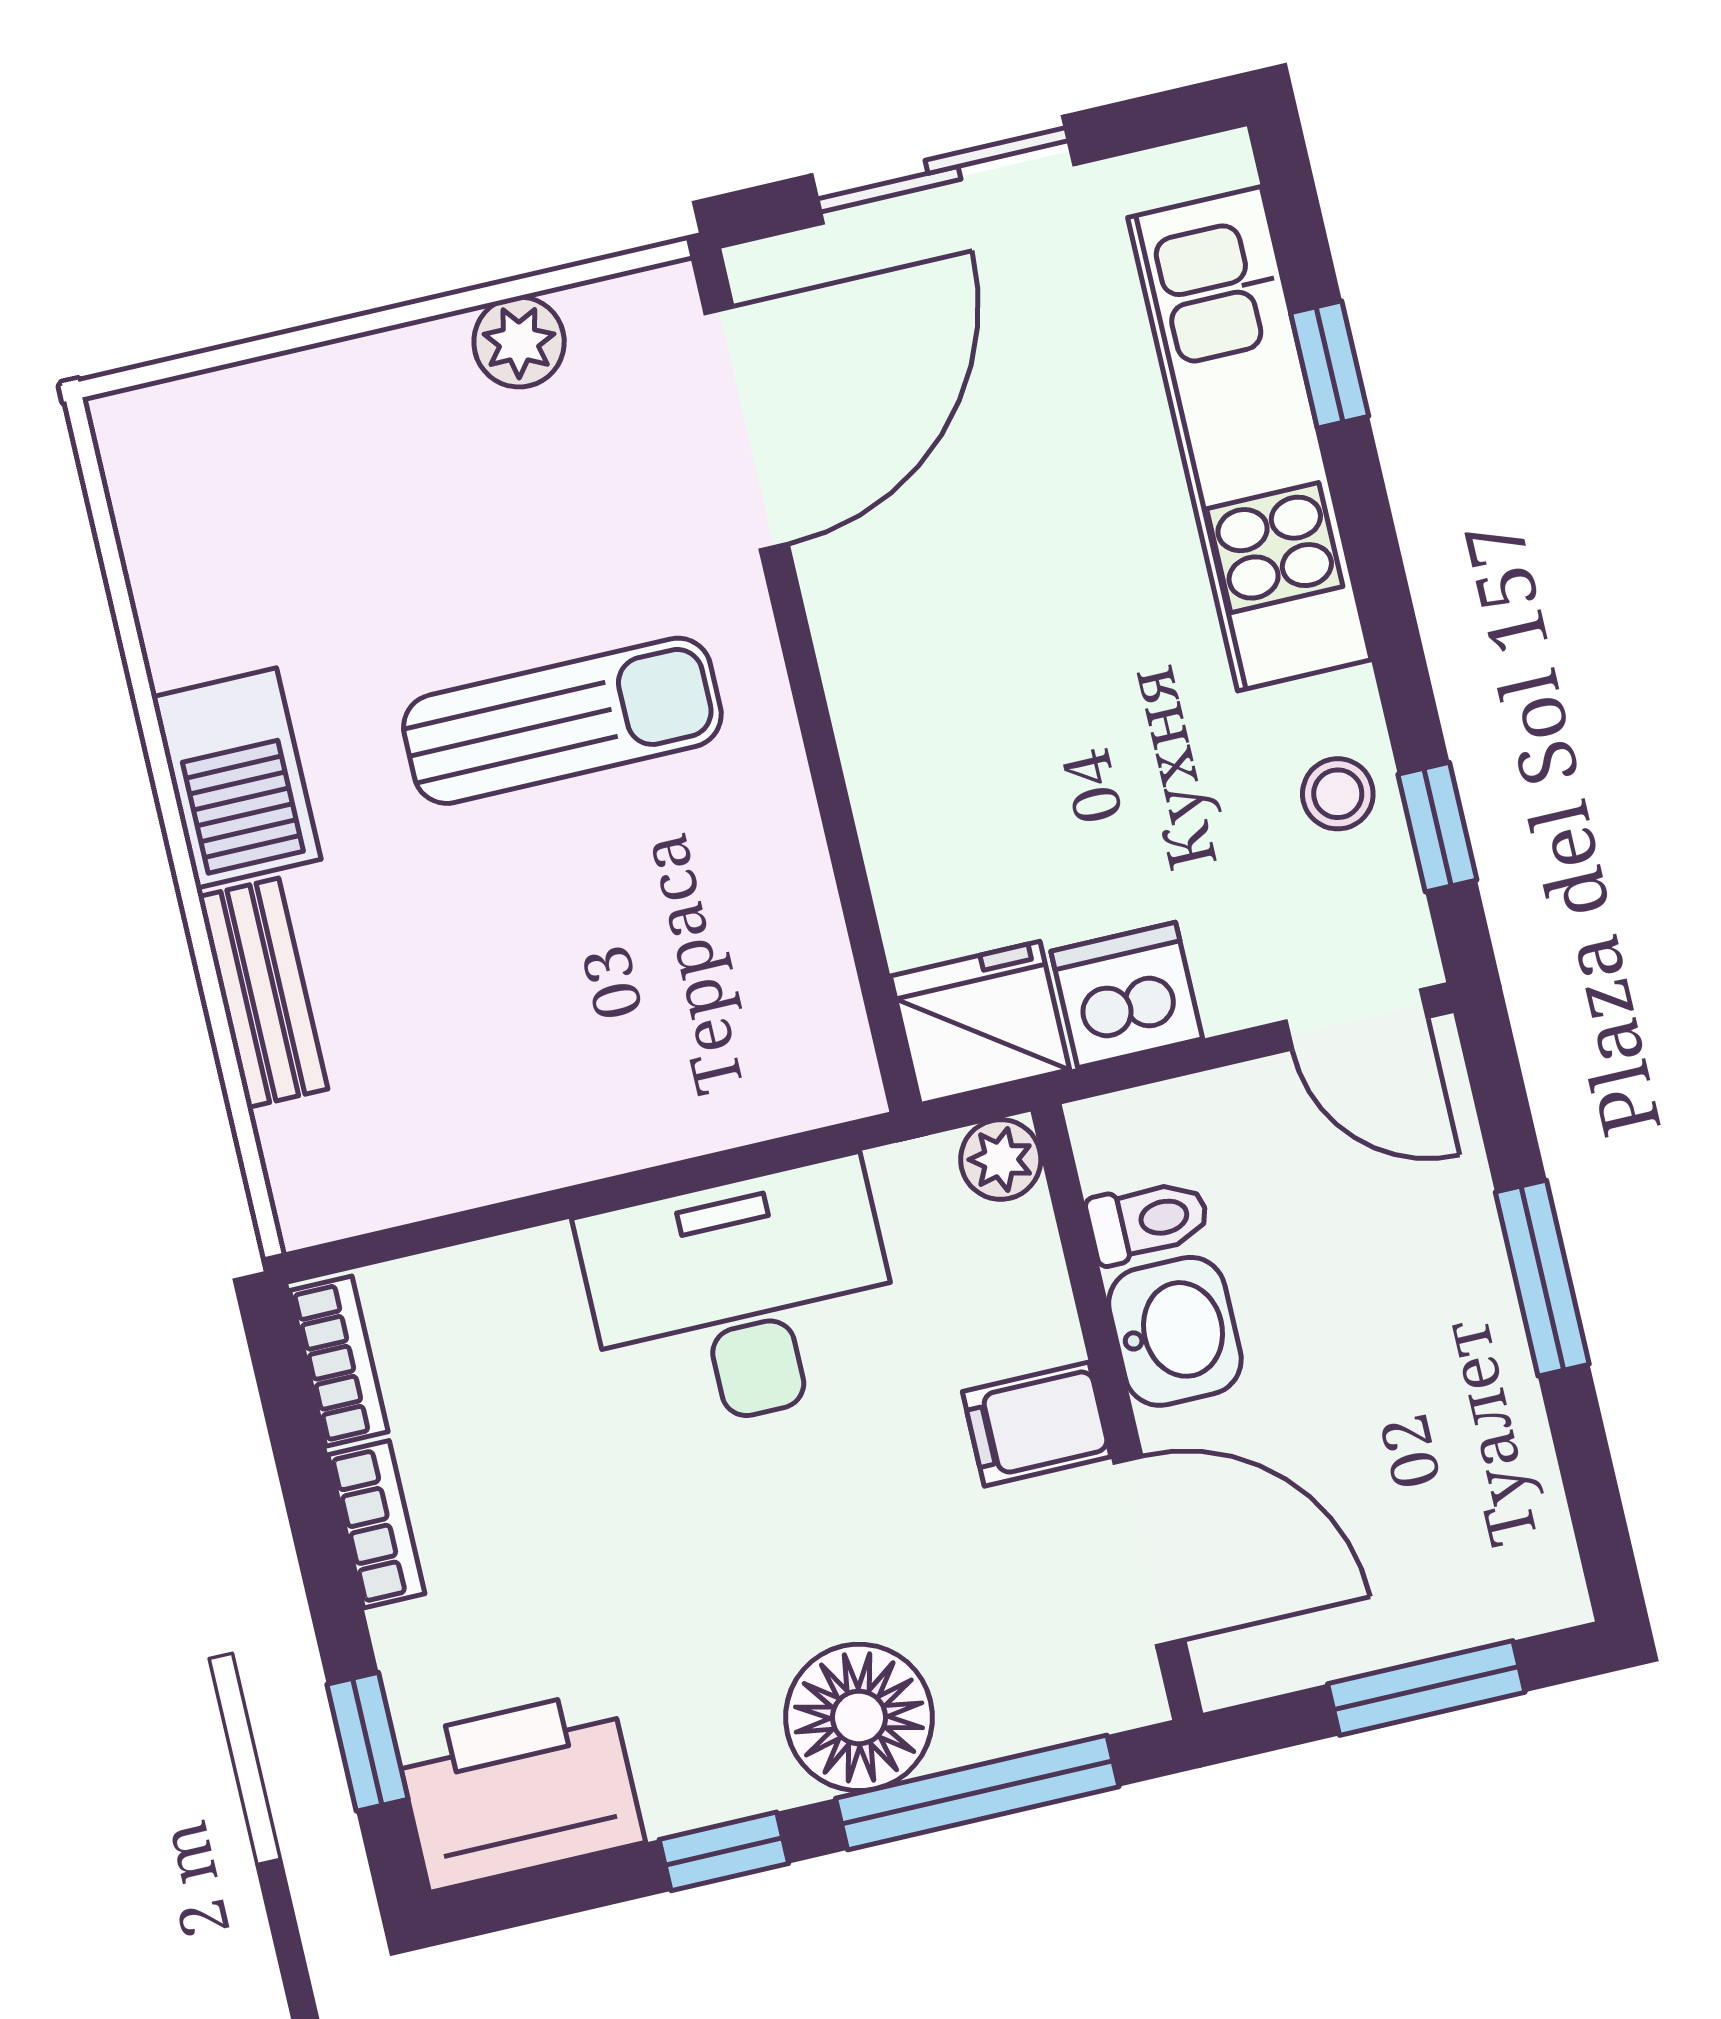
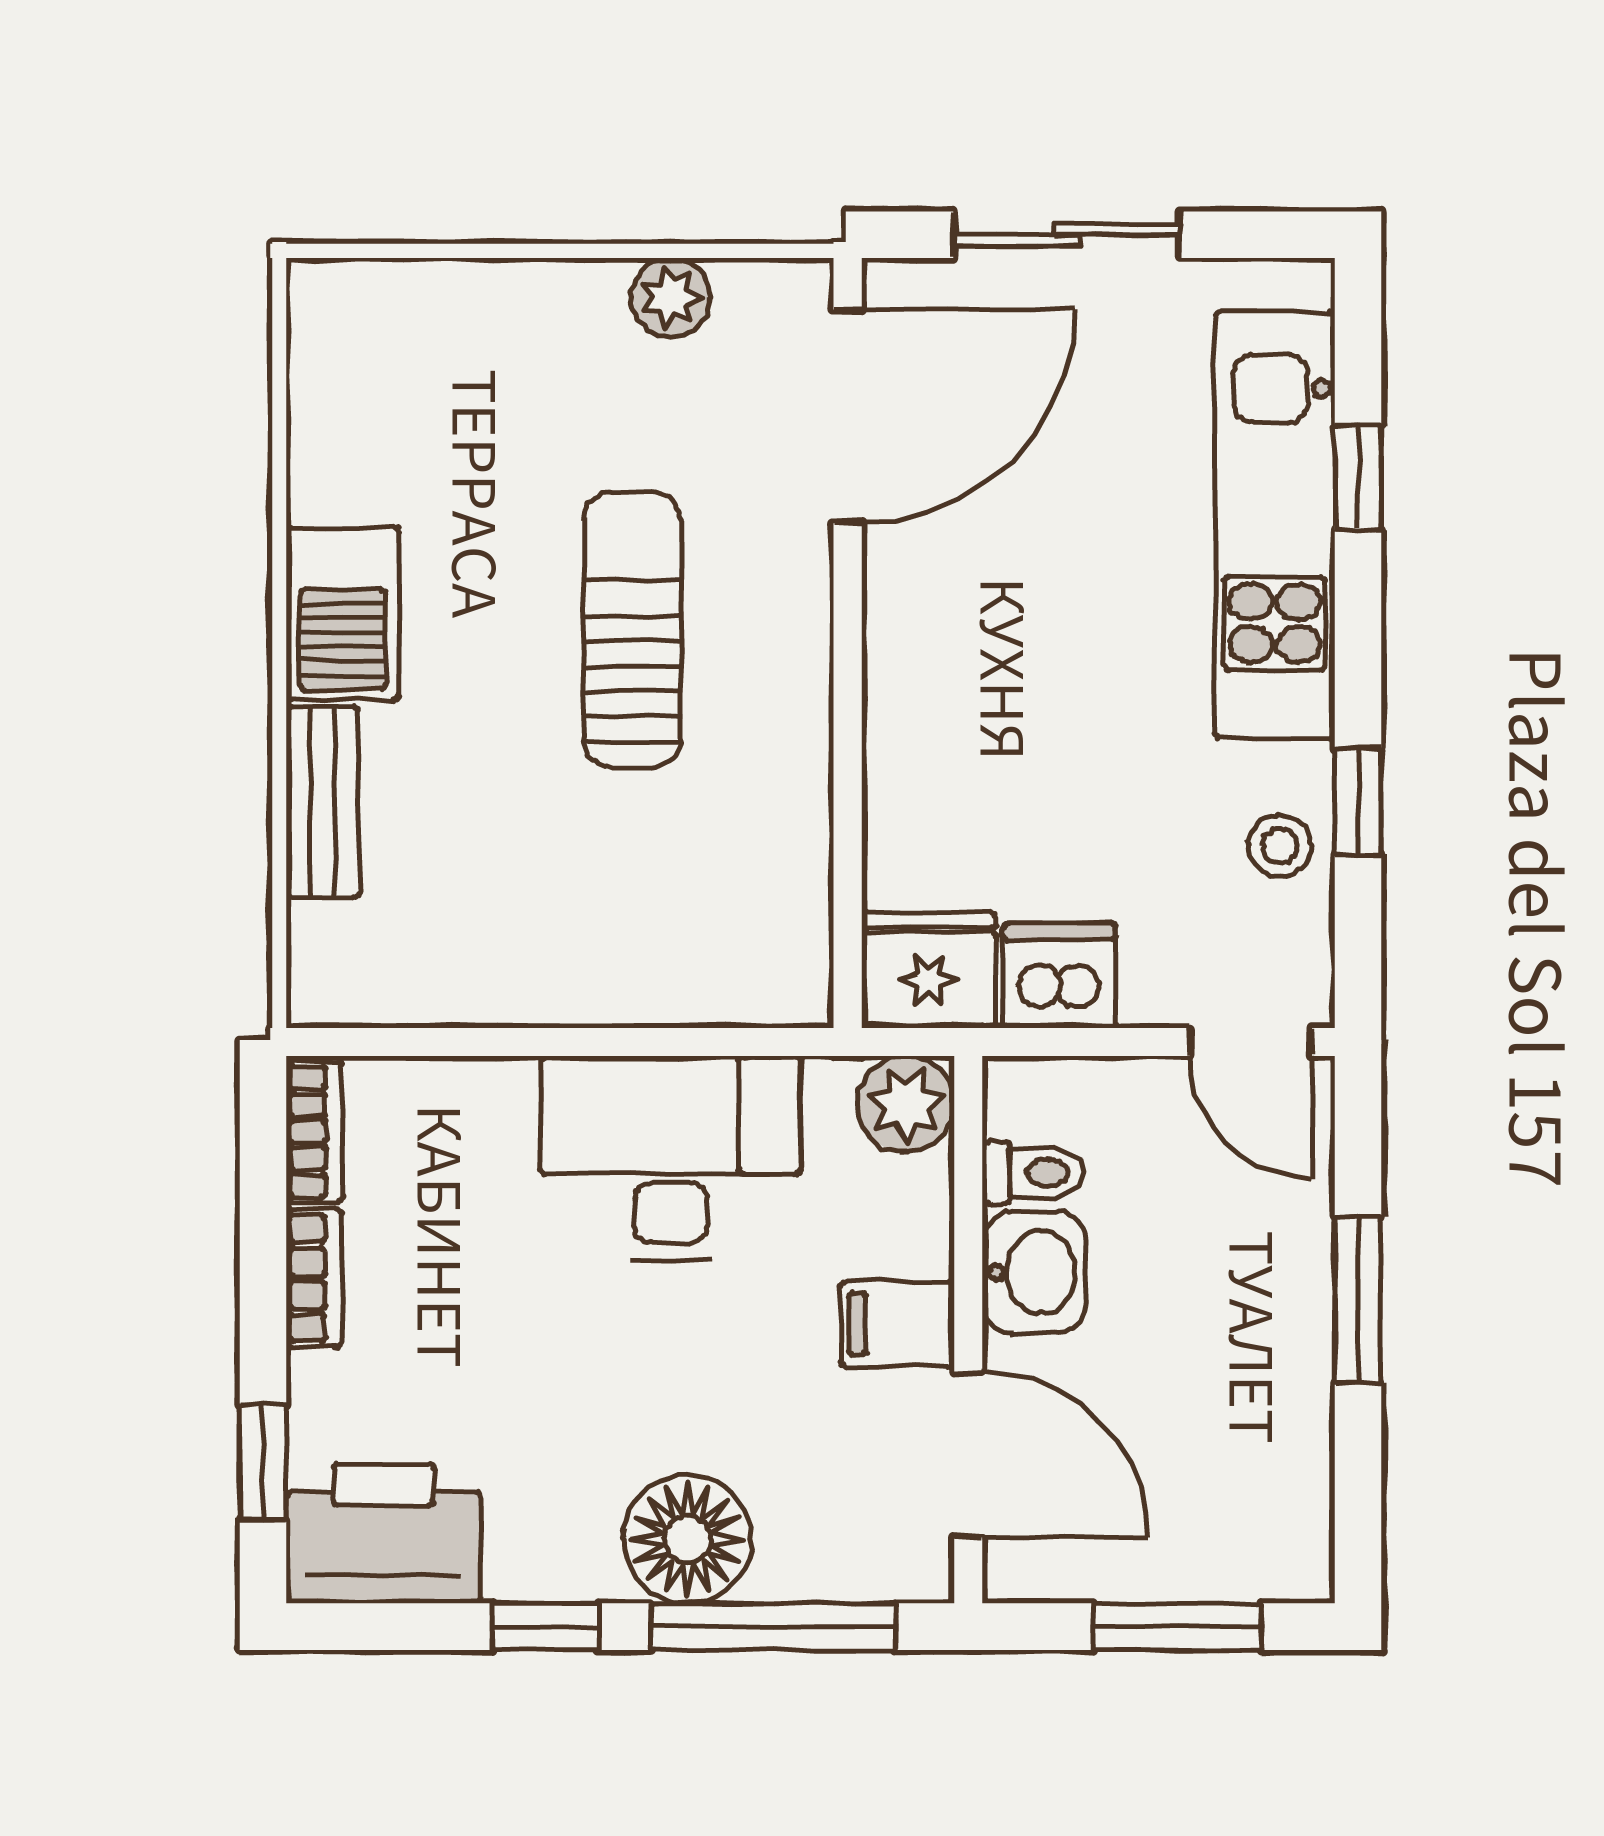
sun lounger: (562, 721) -> (632, 629), turned -90
window: (1437, 827) -> (1358, 802), moved
plant: (1001, 1160) -> (906, 1104), width x1.38, depth x1.38

